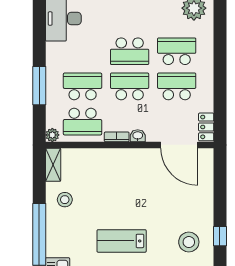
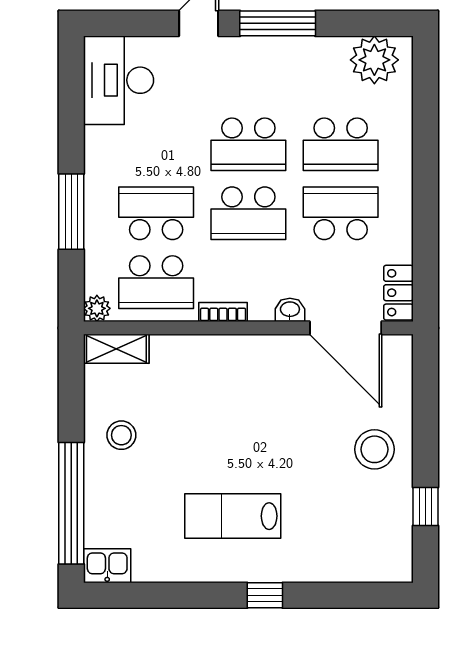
school desk: (177, 51) -> (341, 144), turned 180
school desk: (130, 86) -> (248, 213), turned 180
washbasin: (138, 136) -> (290, 310), moved
shelving: (53, 165) -> (116, 349), moved, turned 90
stool: (189, 242) -> (374, 449), moved

